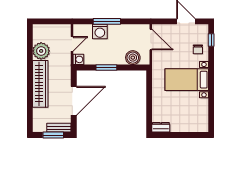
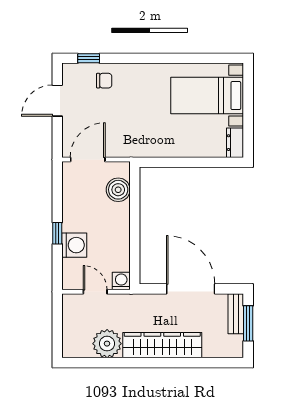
window: (107, 21) -> (57, 233), width x0.46
window: (106, 67) -> (135, 234), removed
bed with nightstands: (187, 80) -> (207, 96), moved, turned 90

